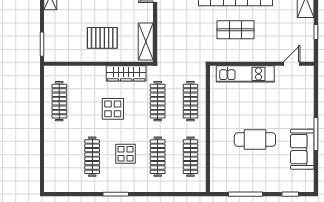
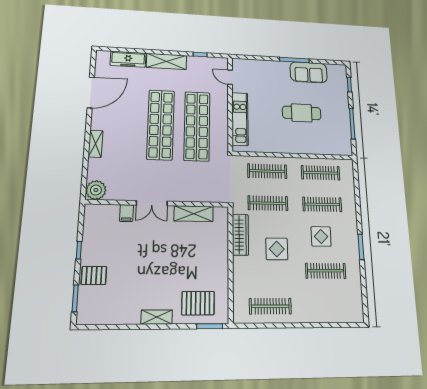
shop shelf: (236, 30) -> (197, 126), width x2.00, depth x1.36
pallet: (102, 38) -> (198, 303), moved, turned 90
shelving: (146, 42) -> (194, 214), moved
cafe table: (255, 140) -> (302, 113), turned 90

